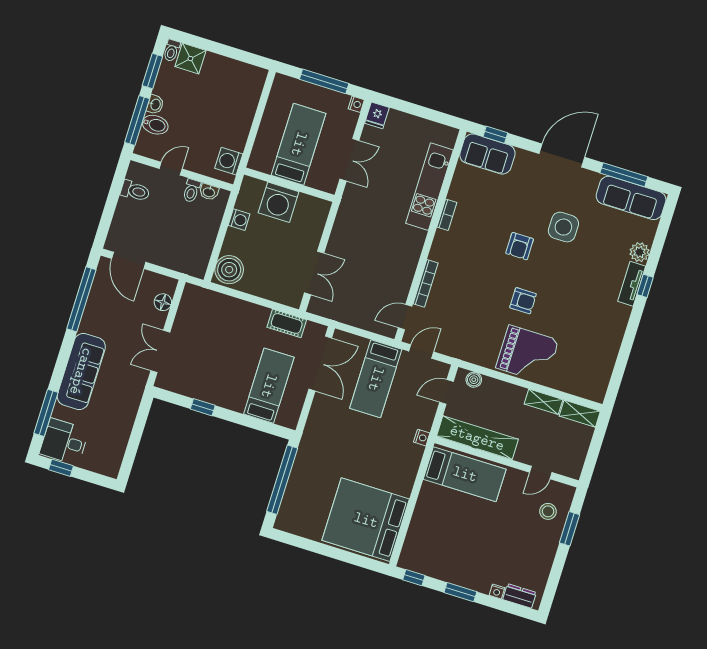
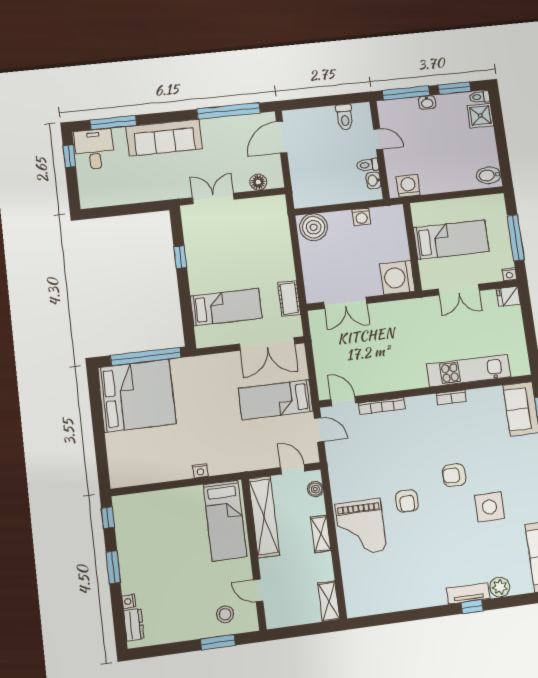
bidet: (155, 125) -> (489, 175), moved, turned 90
washing machine: (279, 202) -> (397, 278), moved
shelving: (543, 402) -> (321, 534), moved
nightstand: (422, 438) -> (200, 471), moved
bed: (366, 520) -> (137, 396), moved, turned 90

